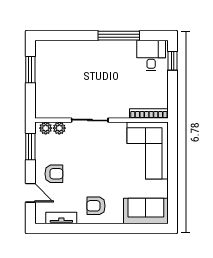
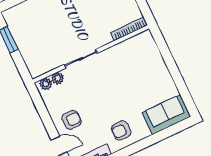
window: (30, 147) -> (40, 106), removed
corner sofa: (148, 150) -> (143, 61), removed

